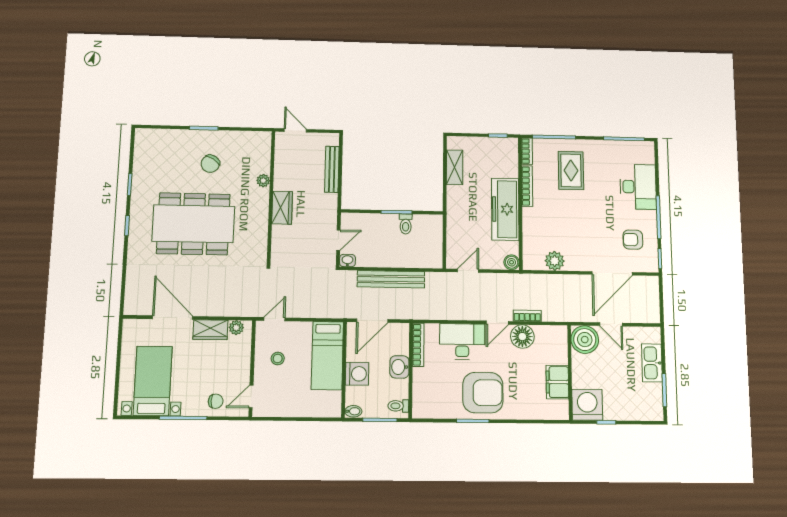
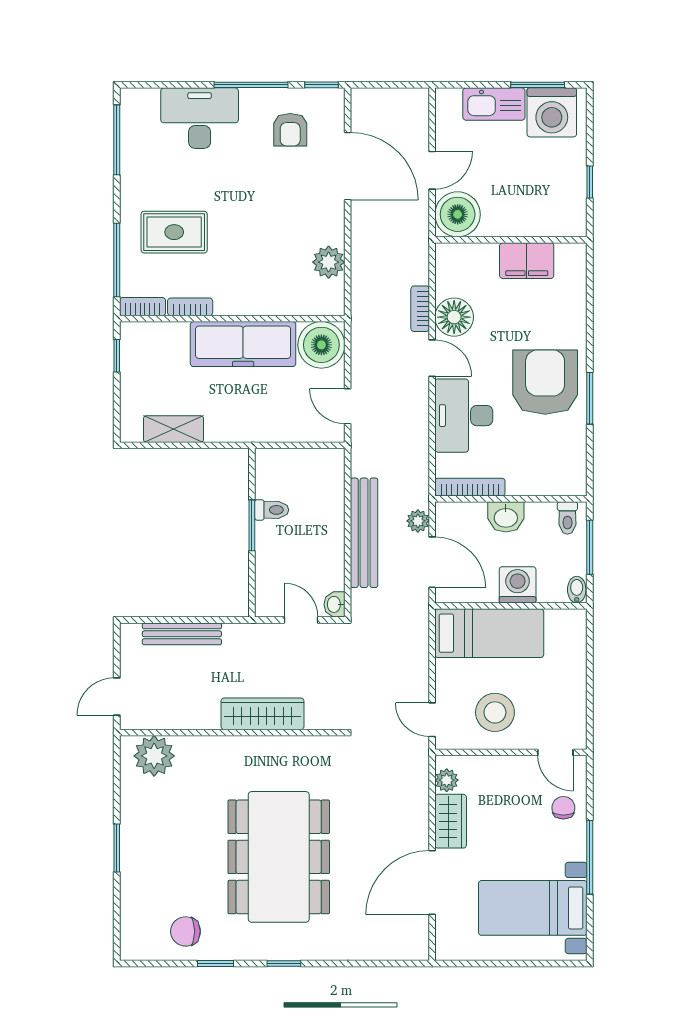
chair: (210, 164) -> (185, 931), moved, turned 147
plant: (263, 181) -> (154, 756), moved, width x1.87, depth x1.87
bookcase: (527, 186) -> (190, 307), width x0.64
wardrobe: (282, 208) -> (263, 714), width x1.50
boiler: (512, 262) -> (321, 345), width x1.86, depth x1.86
plant: (398, 312) -> (418, 521), added
stool: (278, 359) -> (495, 712), width x1.89, depth x1.89
washing machine: (587, 405) -> (552, 112), moved, turned -90

